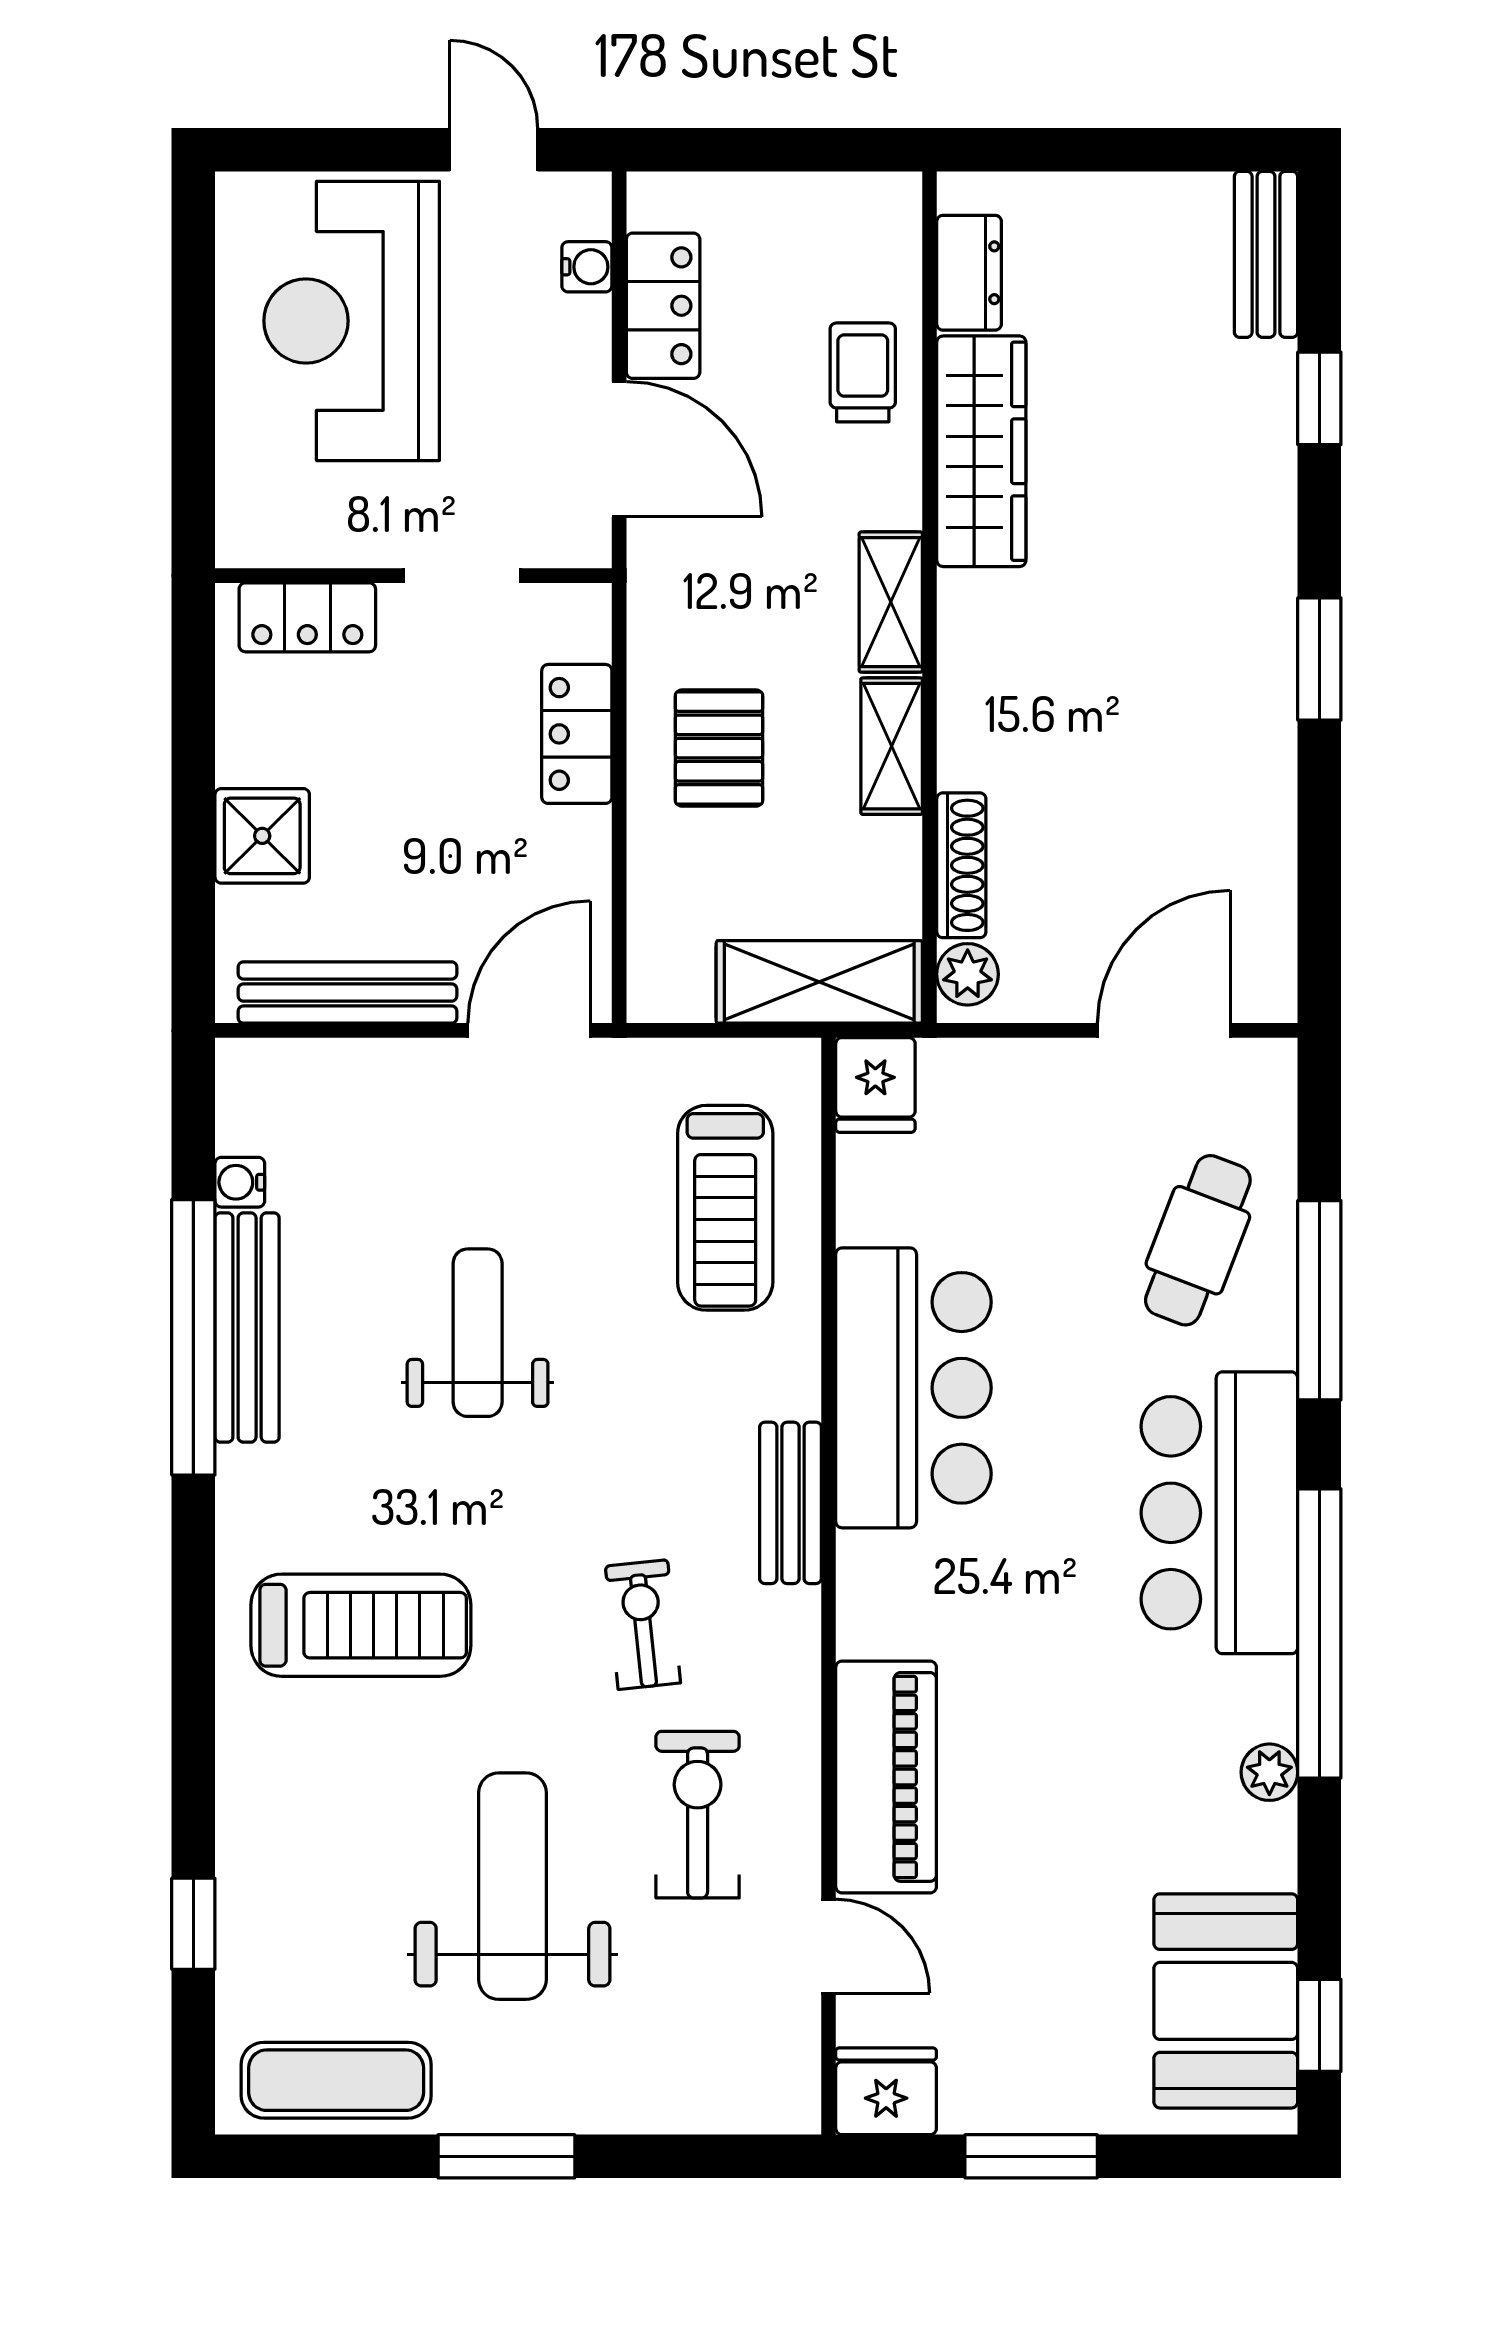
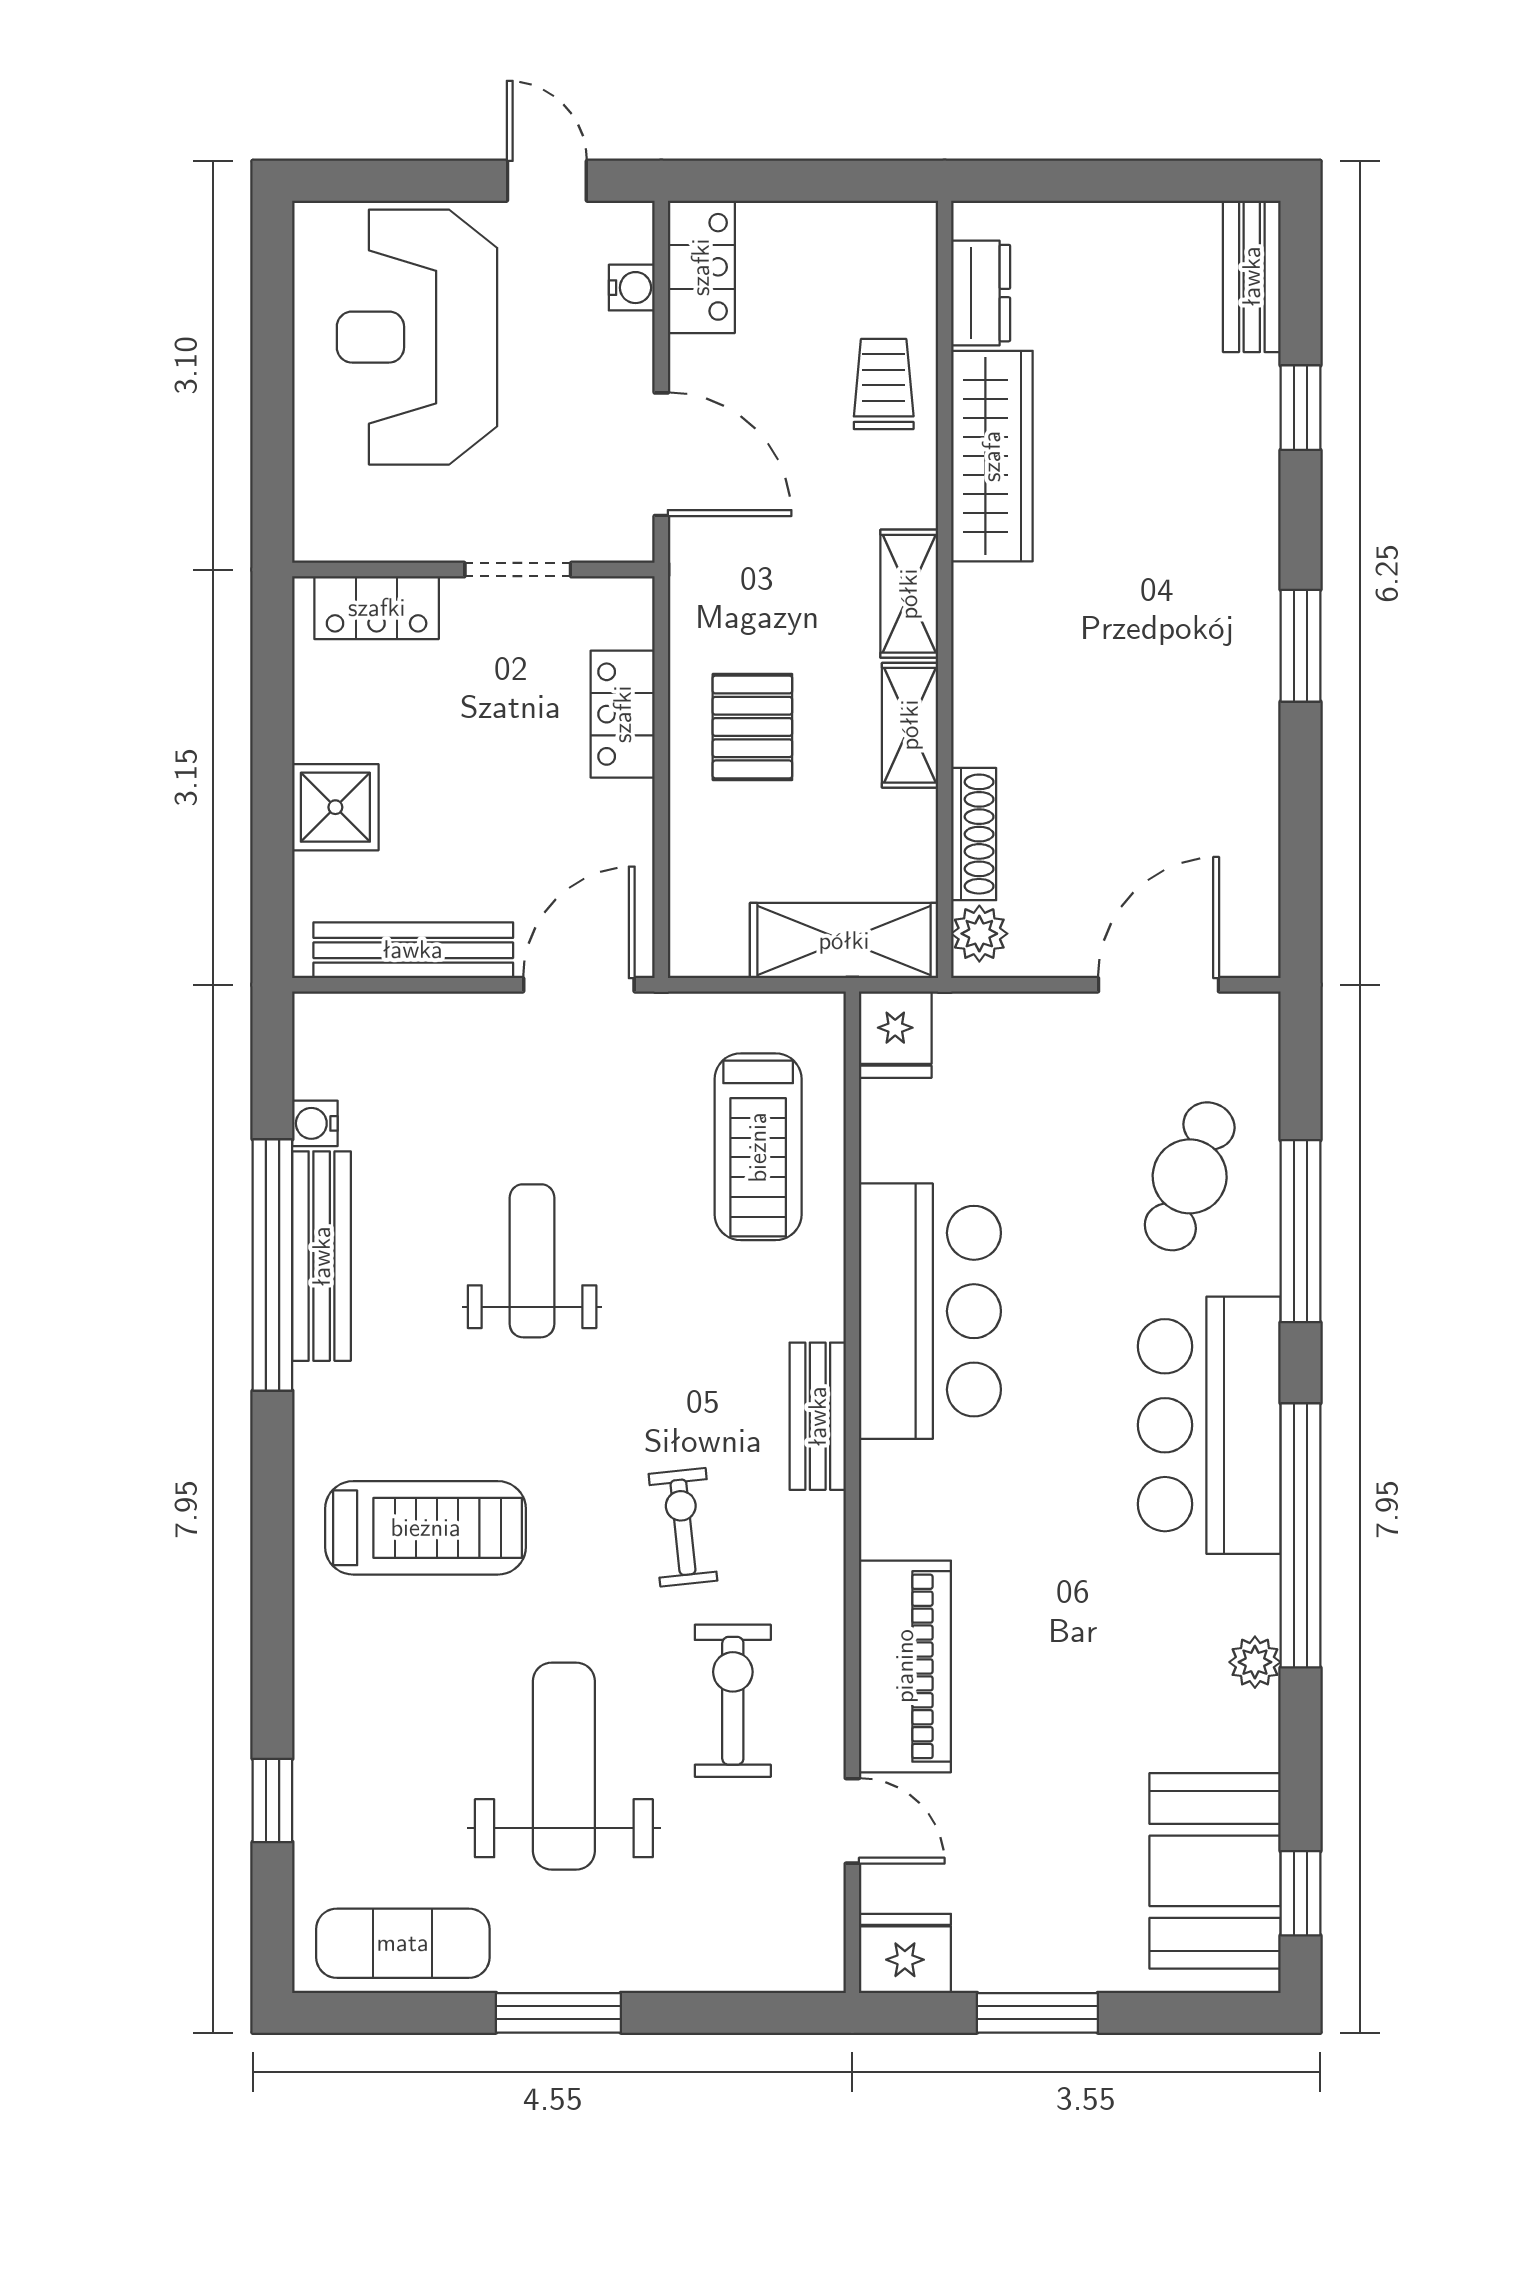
locker: (663, 306) -> (701, 267), moved

